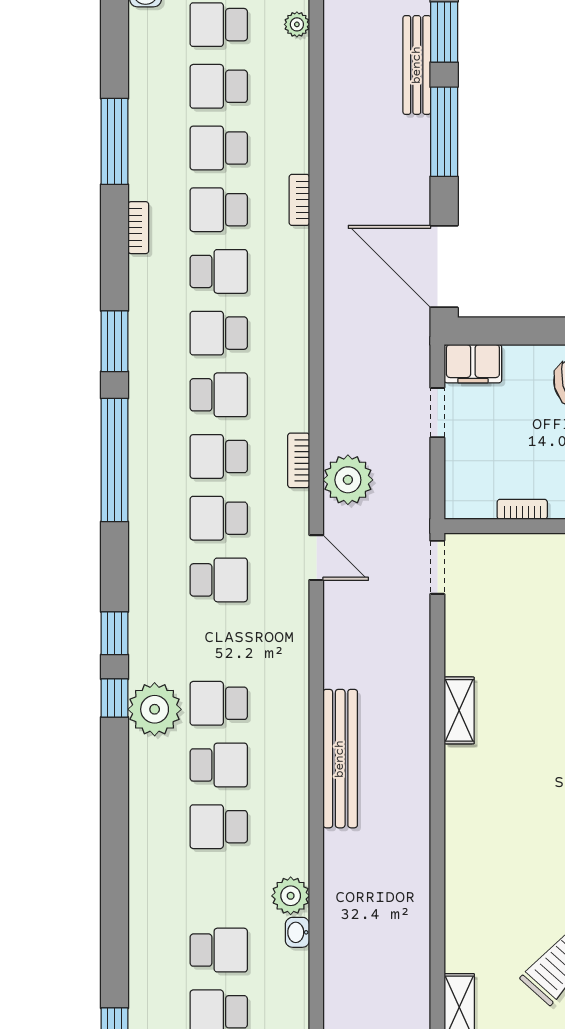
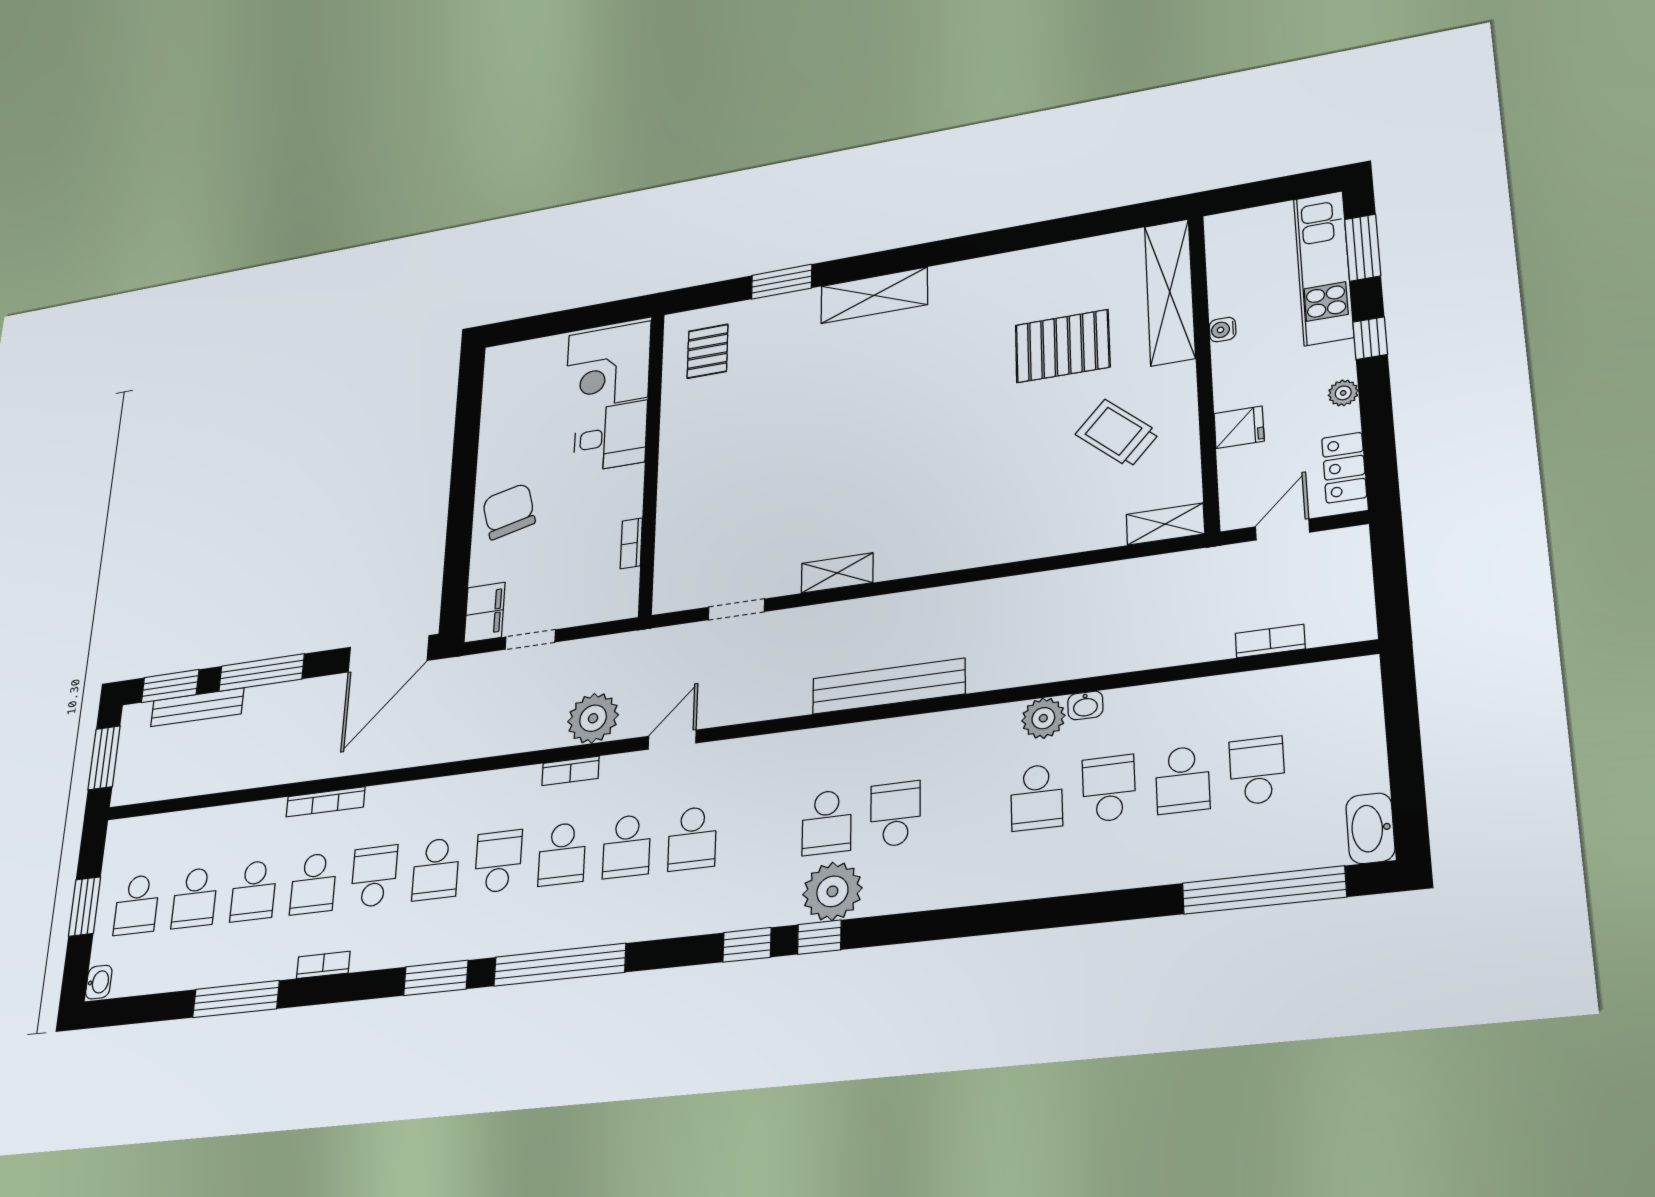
plant: (297, 24) -> (146, 827), removed
bookcase: (299, 200) -> (325, 802), width x1.56
doorway: (437, 567) -> (736, 609), moved
school desk: (219, 580) -> (692, 838), turned 180
school desk: (219, 827) -> (1037, 797), moved

